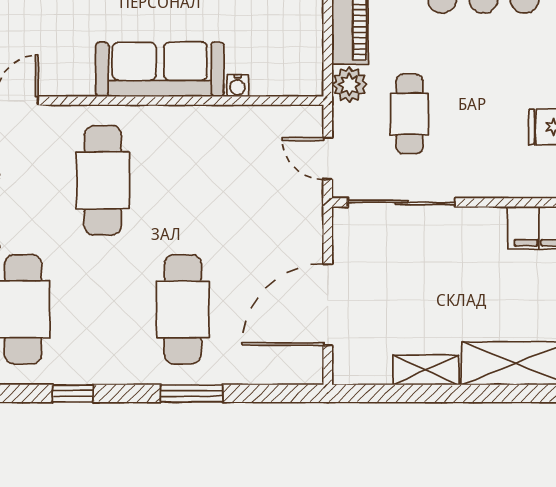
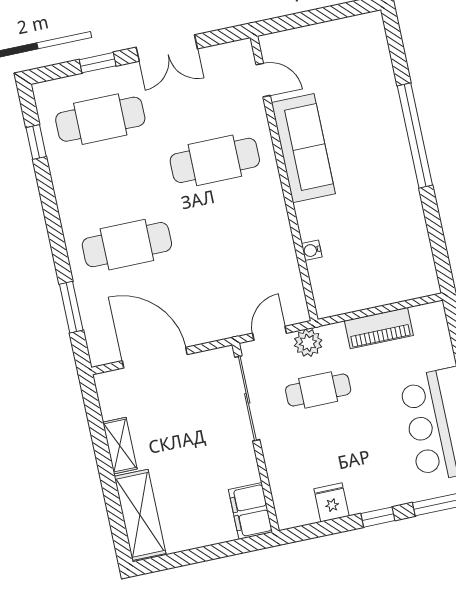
sofa: (160, 69) -> (303, 148), moved
plant: (349, 84) -> (308, 343), moved
window: (73, 393) -> (36, 142), moved
window: (192, 393) -> (71, 307), moved

